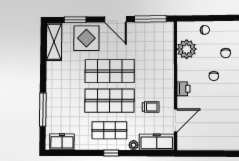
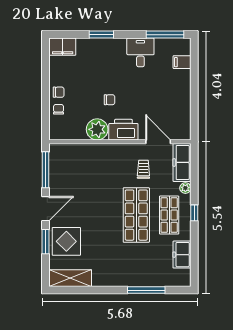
window: (75, 20) -> (45, 242), moved
plant: (187, 49) -> (97, 129), moved
chair: (226, 53) -> (59, 92), moved
shop shelf: (110, 71) -> (103, 215), removed
printer: (183, 89) -> (123, 130), width x1.87, depth x1.48
freezer: (62, 142) -> (182, 255), moved

